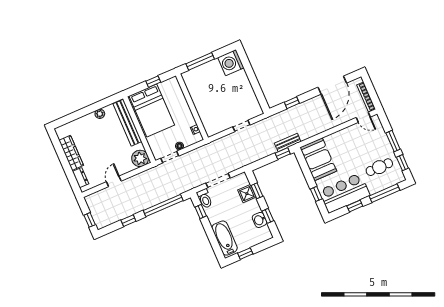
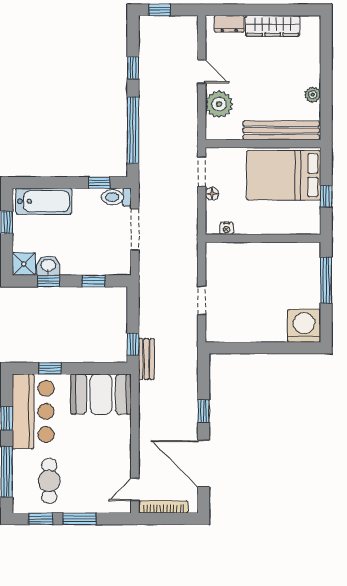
window: (292, 103) -> (204, 411), moved
plant: (140, 158) -> (219, 104), moved
shower: (247, 194) -> (24, 264), moved

